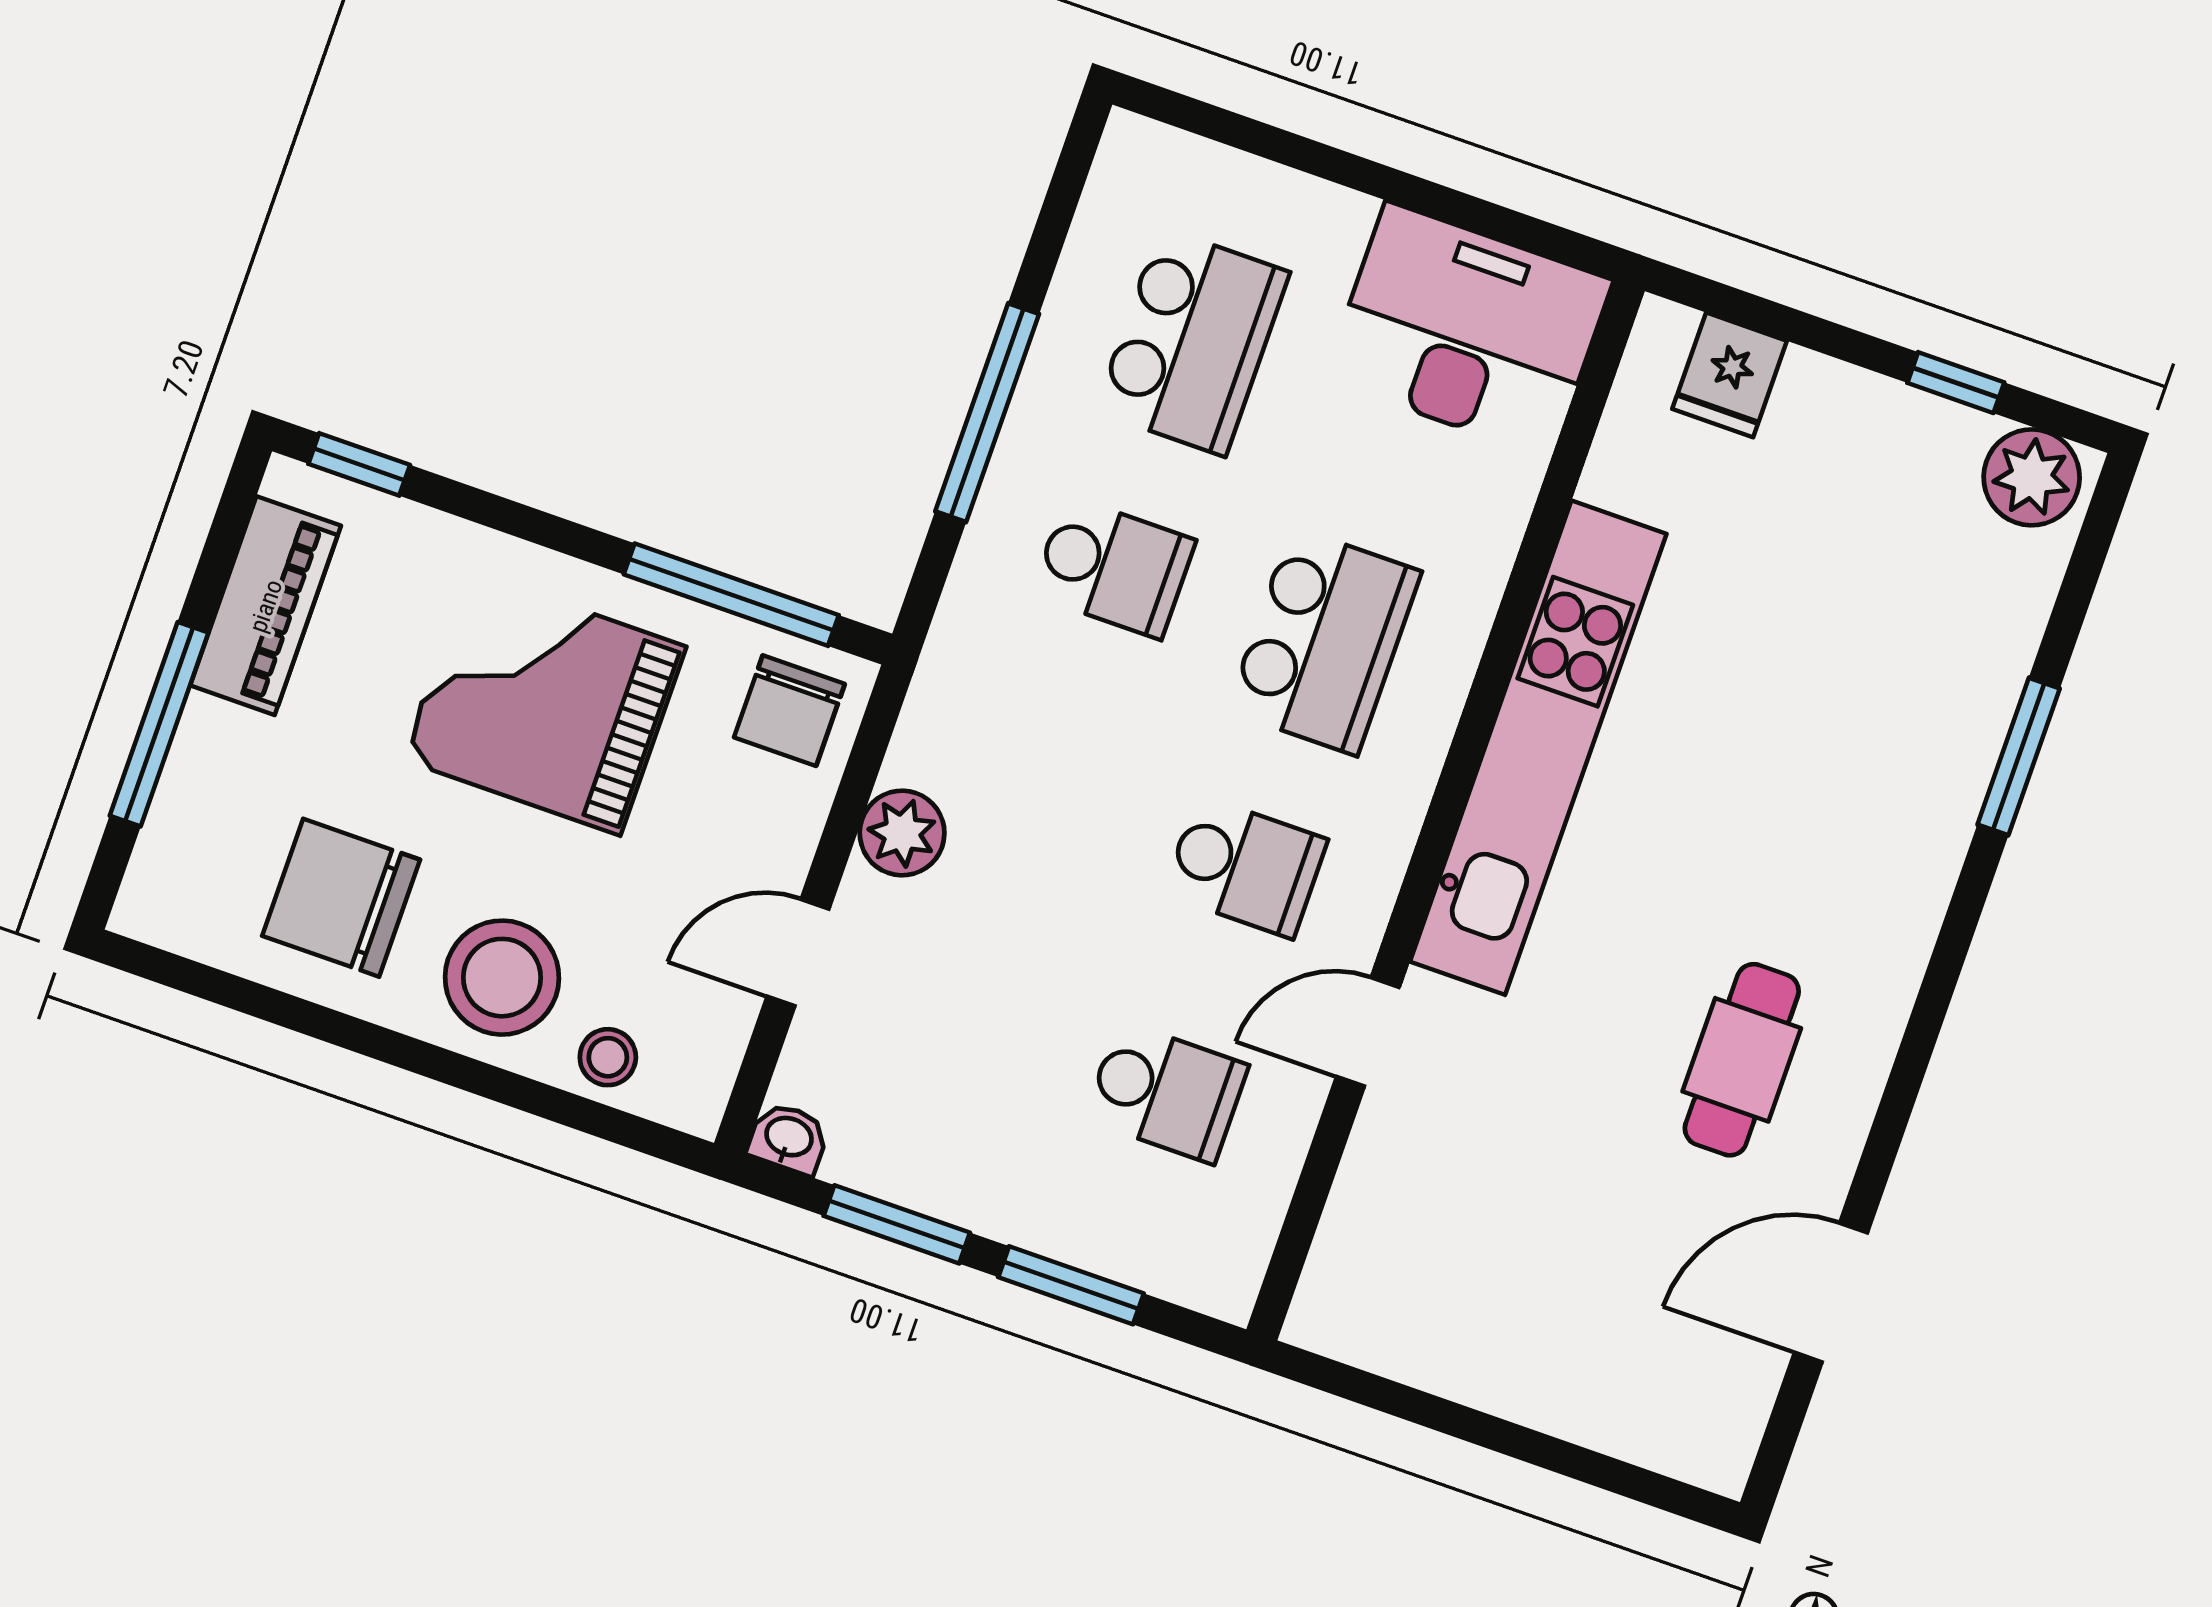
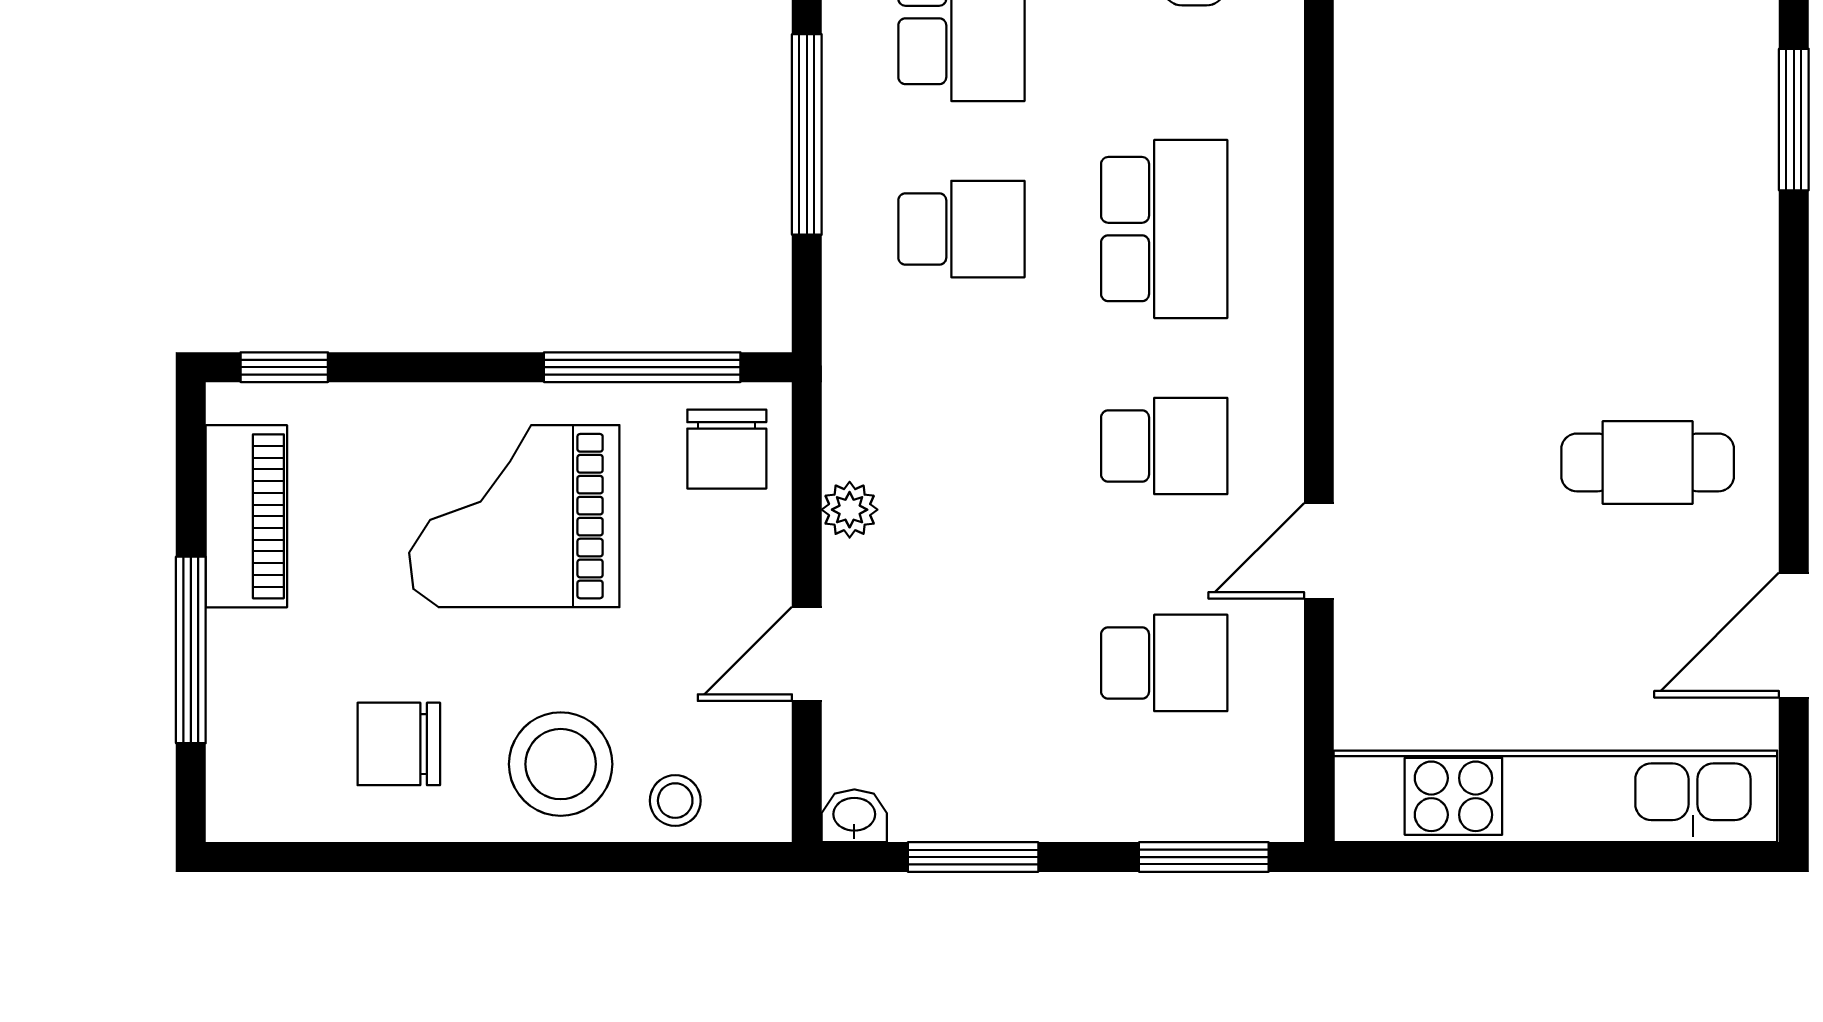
kitchen unit: (1538, 748) -> (1555, 796), moved, turned -90
plant: (902, 833) -> (850, 510), width x0.73, depth x0.73
chair: (341, 898) -> (399, 744), width x0.73, depth x0.73
cafe table: (1742, 1060) -> (1648, 462), turned 90
window: (1071, 1285) -> (1204, 857), moved

